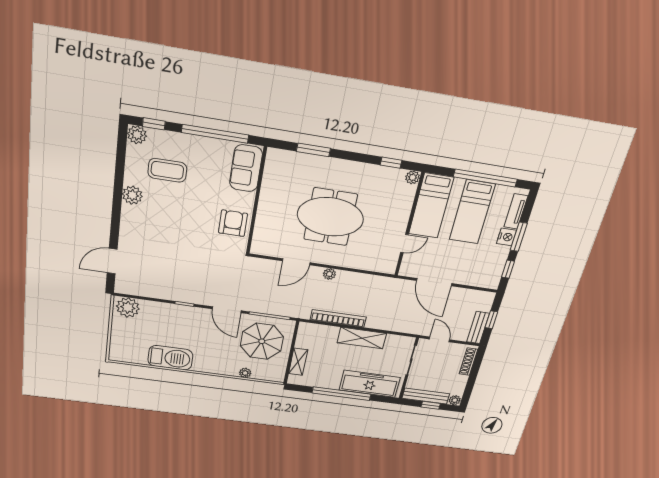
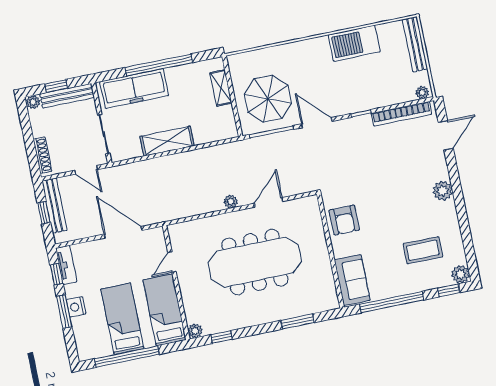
plant: (132, 195) -> (443, 191), moved
tv unit: (516, 211) -> (66, 265), moved
meeting table: (330, 217) -> (255, 262), width x1.36
plant: (128, 308) -> (422, 93), width x0.53, depth x0.53
bookcase: (338, 318) -> (402, 114), moved
bench: (478, 328) -> (54, 206), width x1.36
bench: (117, 340) -> (415, 44), added
plant: (245, 373) -> (271, 53), removed

